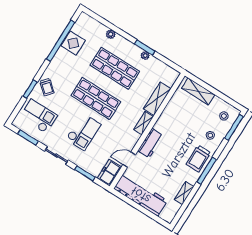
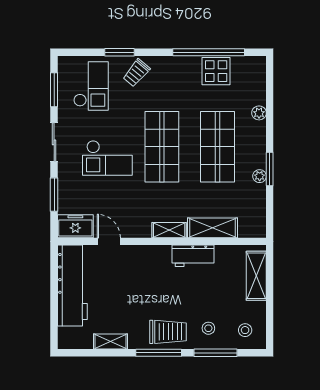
window: (234, 127) -> (216, 353), moved
workbench: (150, 143) -> (193, 256), moved
trolley: (198, 158) -> (168, 332), turned 180

